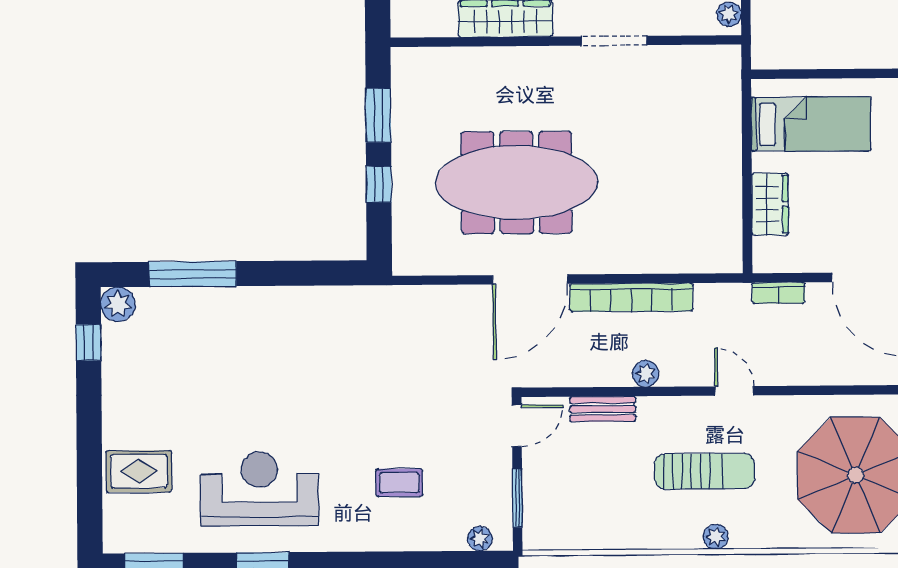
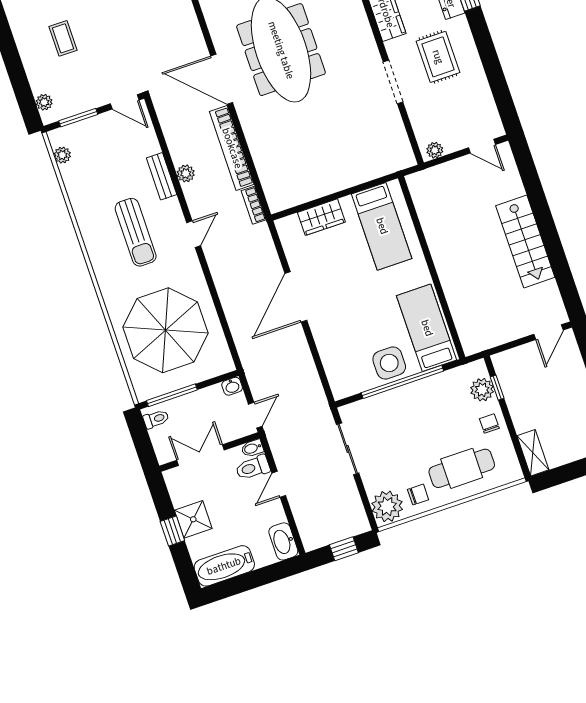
bookcase: (779, 293) -> (254, 205), moved
bench: (603, 409) -> (162, 176), moved
plant: (716, 537) -> (62, 155), moved

